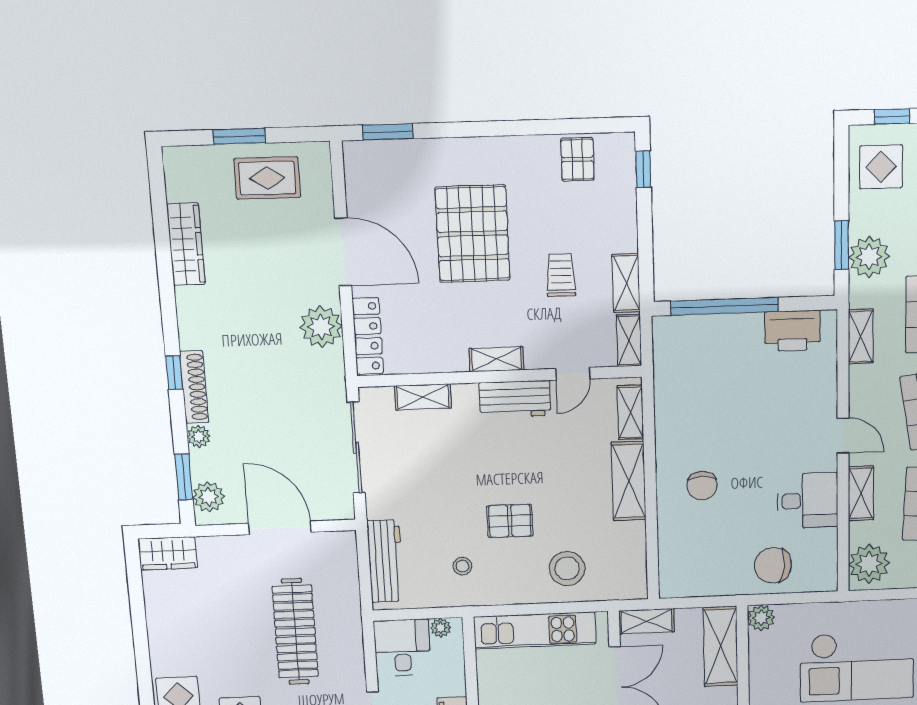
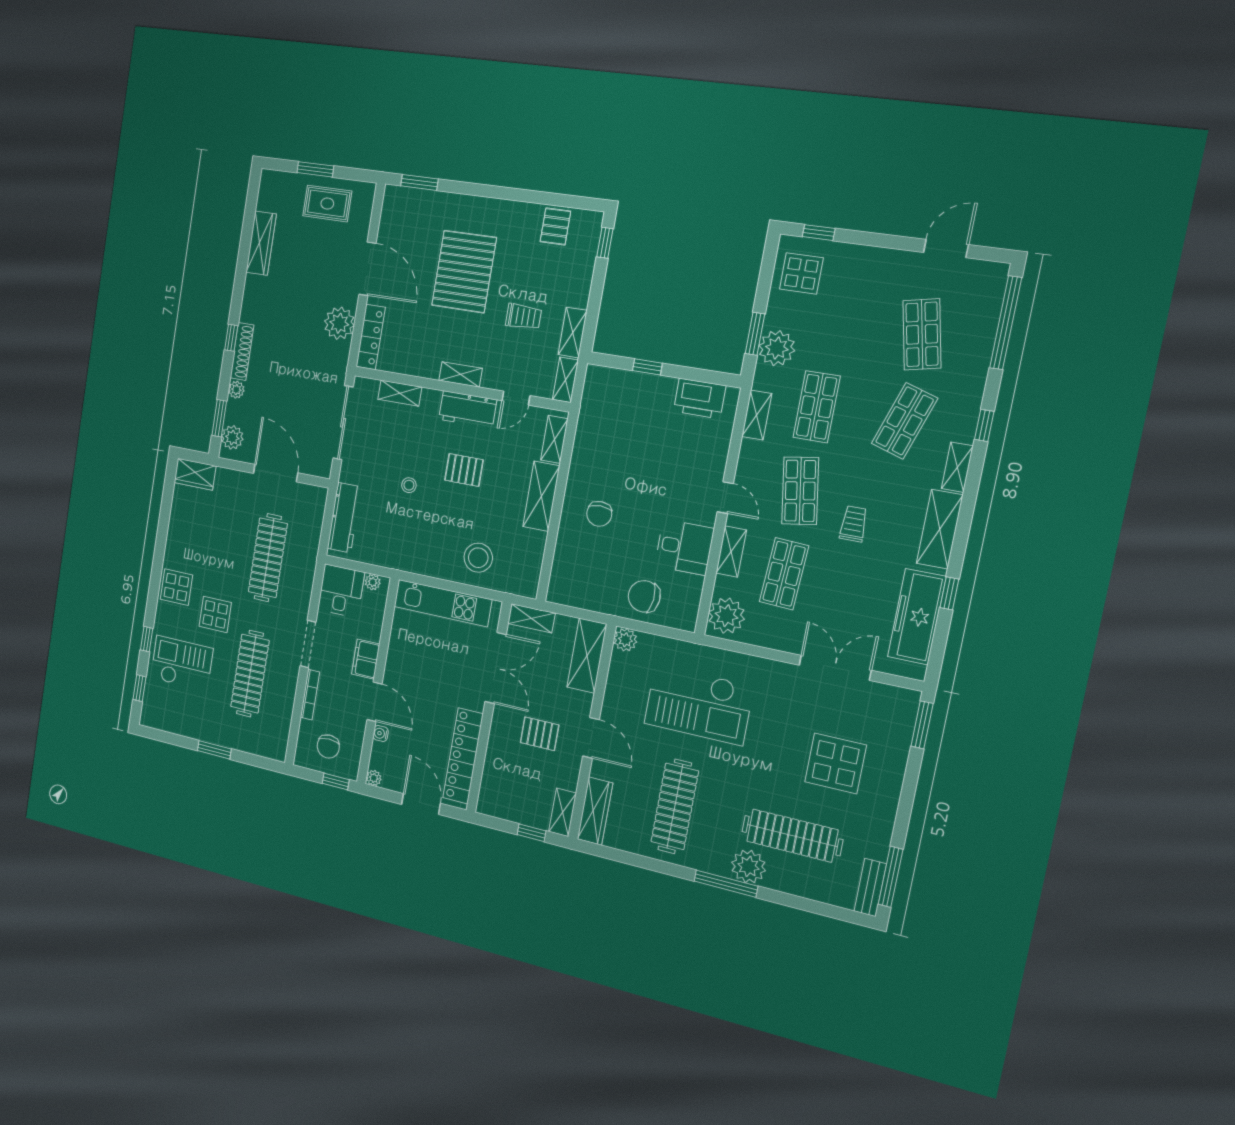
trolley: (561, 275) -> (523, 317), turned 90
window: (724, 306) -> (647, 367), width x0.32
pallet: (510, 521) -> (464, 470), moved
stool: (462, 566) -> (409, 485), moved

